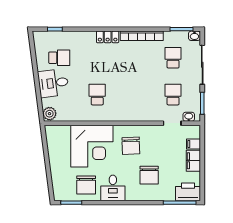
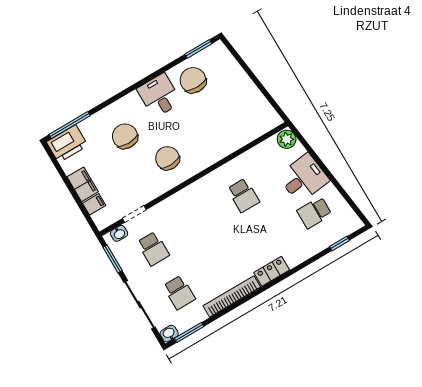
corner desk: (92, 146) -> (213, 131), removed

